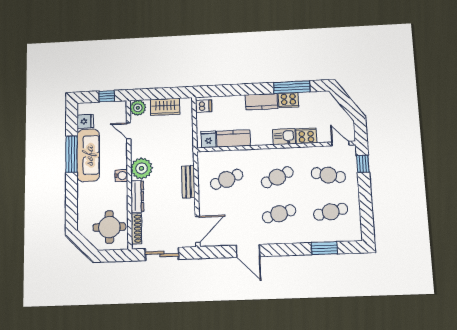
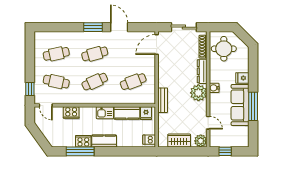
fridge: (85, 121) -> (242, 78), moved
kitchen sink: (284, 137) -> (105, 113), moved
bench: (188, 182) -> (163, 100), moved
window: (324, 248) -> (93, 27), moved

